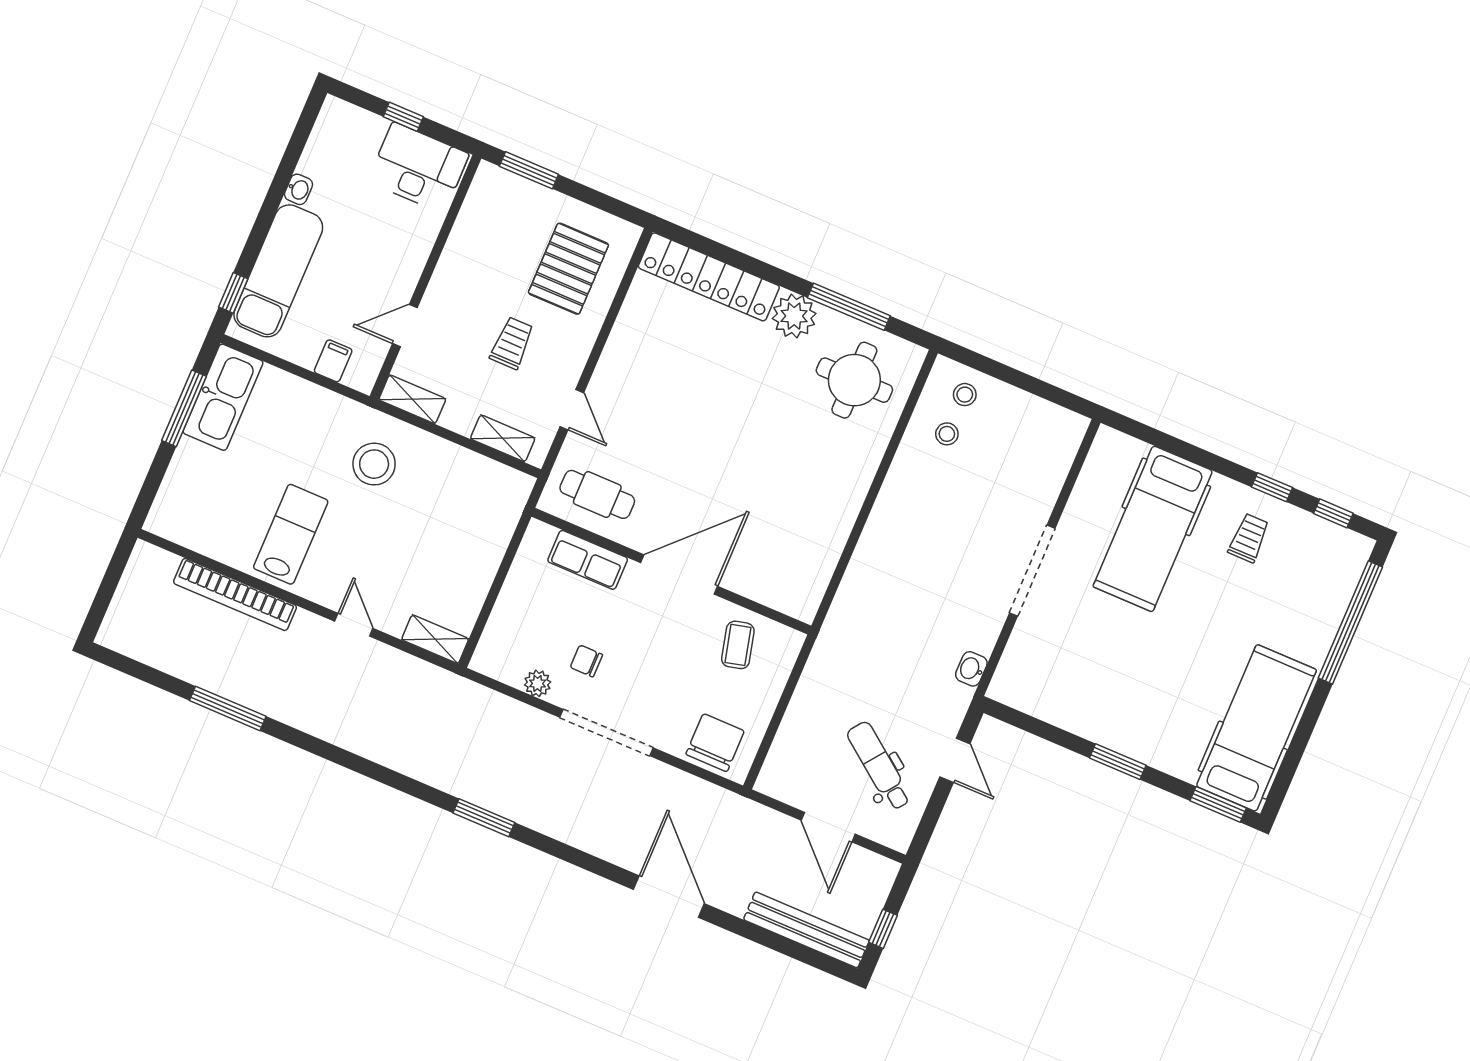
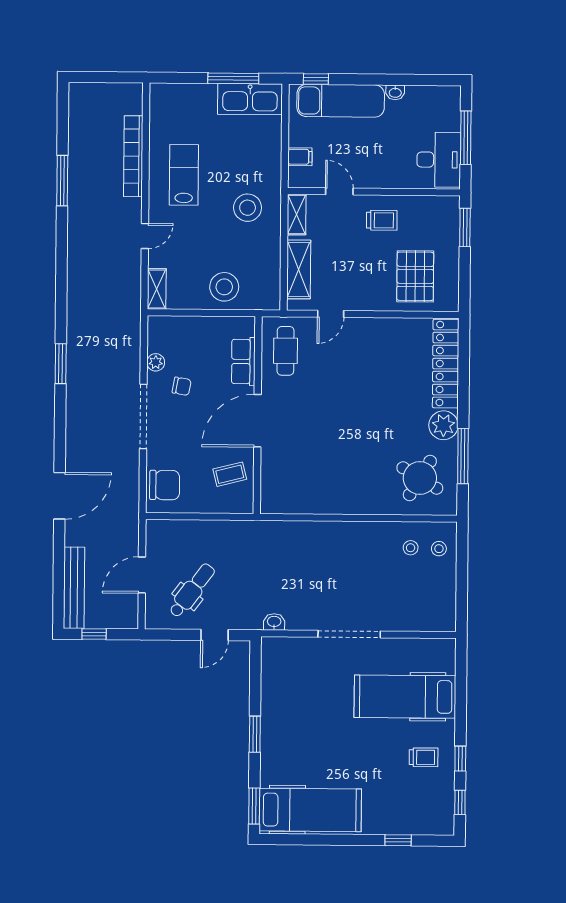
window: (403, 117) -> (466, 138), width x2.17
pallet: (568, 269) -> (415, 276), turned 90
trolley: (512, 343) -> (382, 220), moved
round table: (854, 380) -> (420, 478), turned 31
shelving: (503, 438) -> (299, 269), width x1.50, depth x1.33
lab bench: (291, 534) -> (184, 175), turned -90
stool: (472, 543) -> (224, 287), added
door: (679, 575) -> (258, 421), swing flipped
window: (1350, 623) -> (398, 840), width x0.32
chair: (586, 661) -> (182, 386), turned 100

